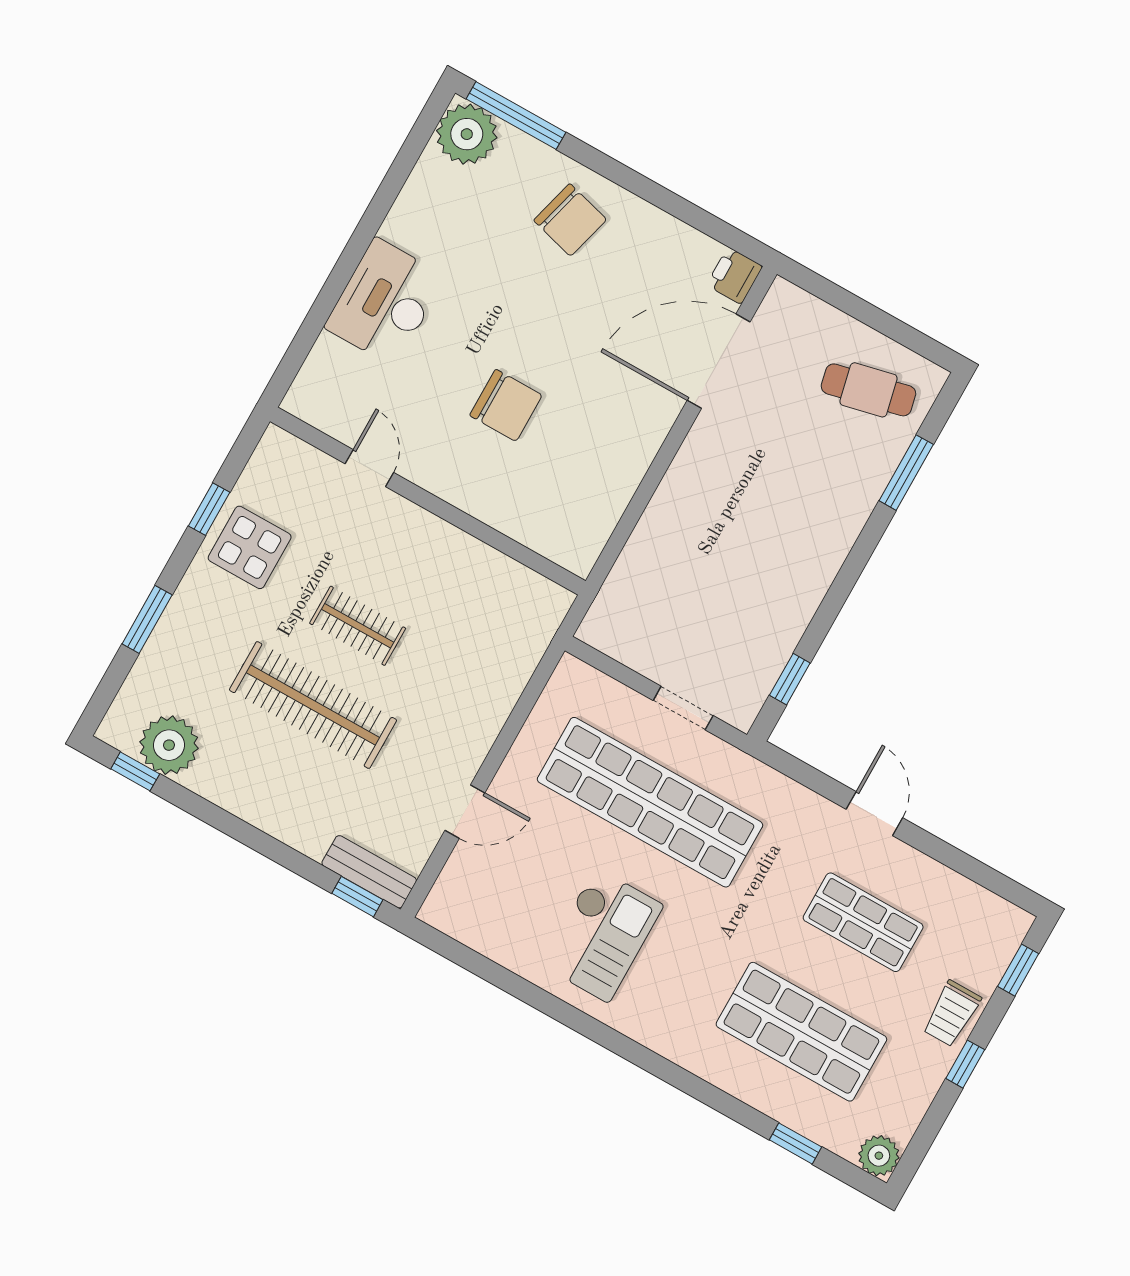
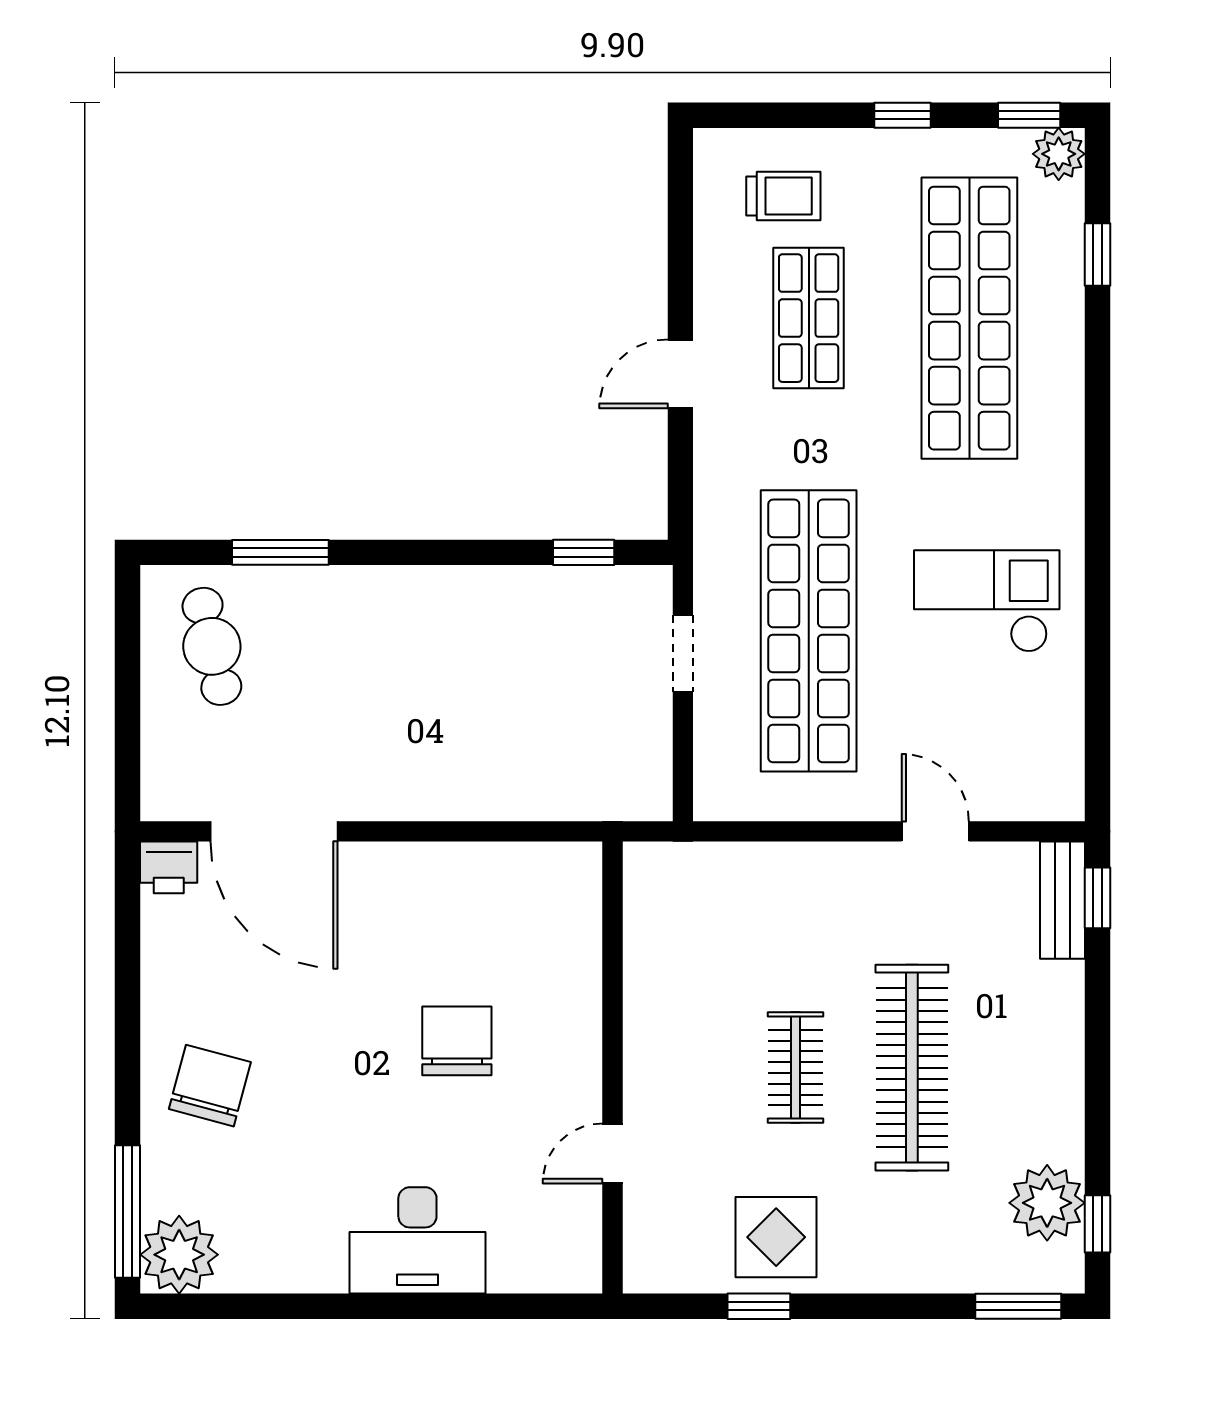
window: (147, 619) -> (1018, 1306), moved
window: (1018, 970) -> (1029, 115), moved
trolley: (952, 1013) -> (783, 196), moved
shop shelf: (801, 1032) -> (969, 318), width x1.40

